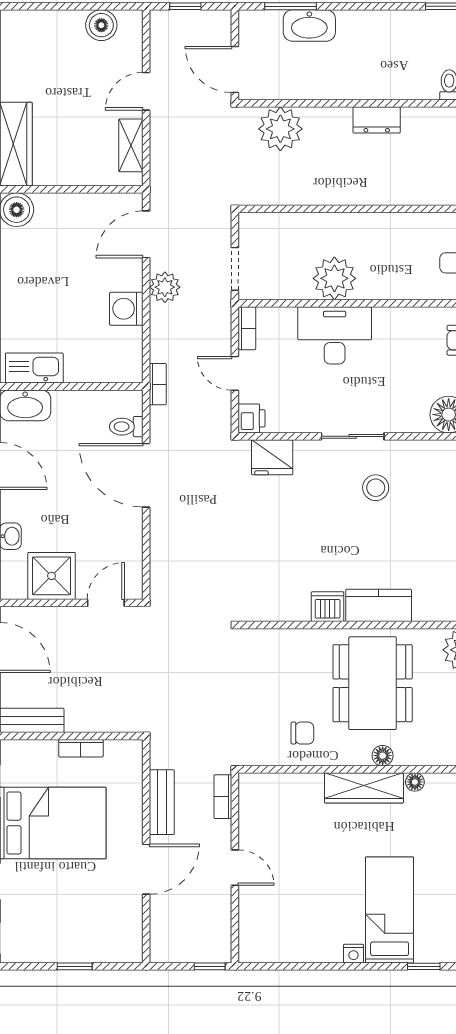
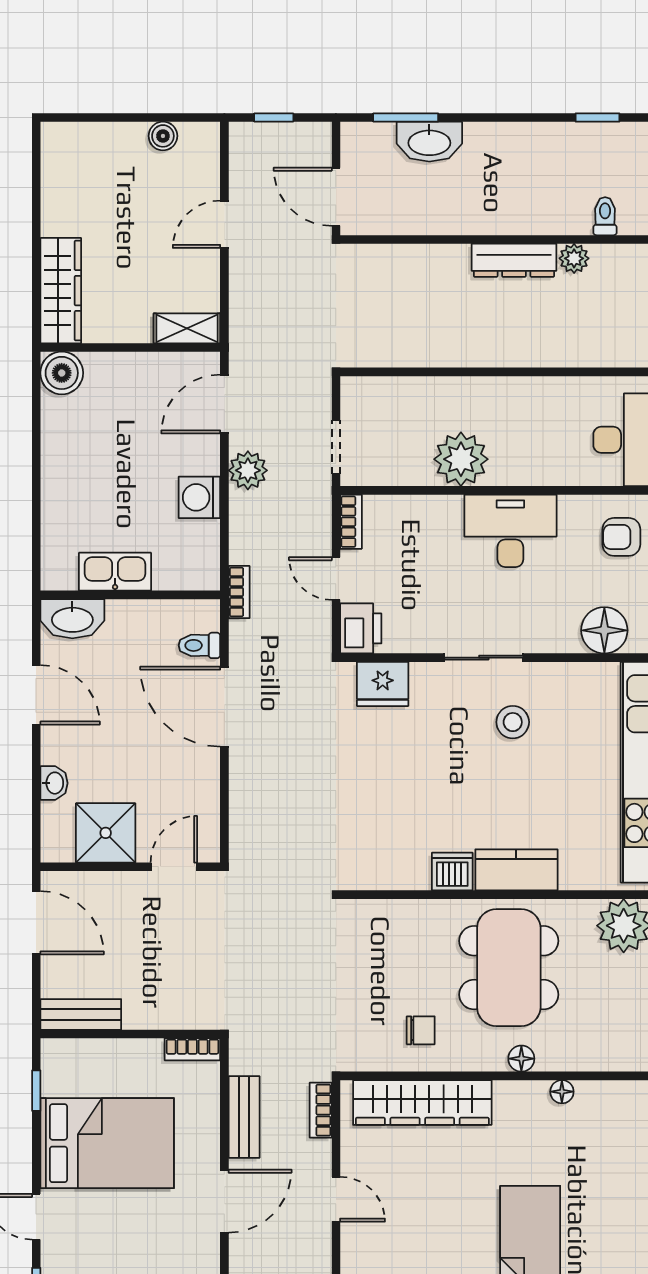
boiler: (101, 25) -> (163, 136), width x0.73, depth x0.73
dresser: (377, 120) -> (514, 260), width x1.44
plant: (280, 129) -> (574, 258), moved, width x0.53, depth x0.53
shelving: (131, 145) -> (187, 328), moved, turned 90
desk: (335, 335) -> (510, 531), moved
kitchen sink: (34, 368) -> (115, 572), moved
printer: (252, 418) -> (361, 628), width x1.36, depth x1.24
bookcase: (81, 748) -> (192, 1049), moved
wardrobe: (364, 788) -> (422, 1102), moved, width x1.40, depth x1.17

